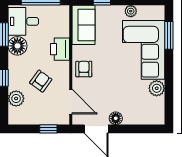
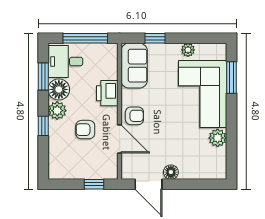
armchair: (84, 69) -> (134, 116), turned 90
armchair: (41, 81) -> (85, 130), turned -126
plant: (16, 98) -> (57, 111), moved
door: (71, 102) -> (120, 139), moved

